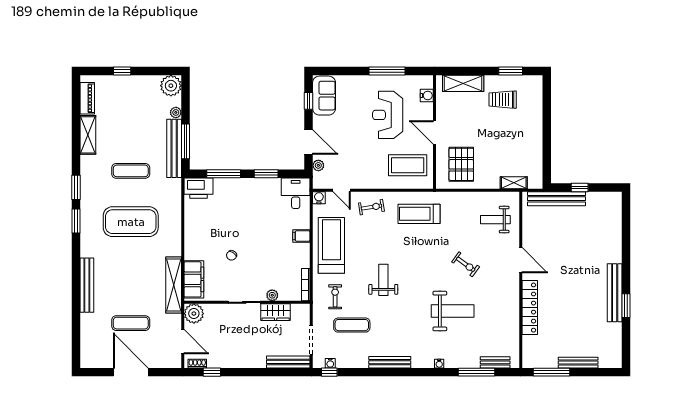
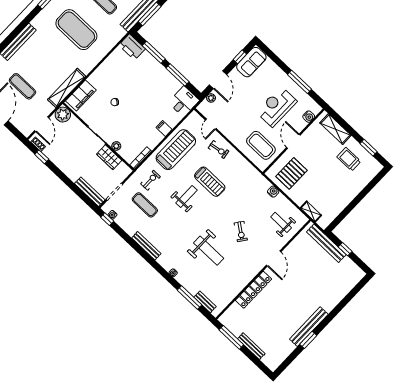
window: (266, 174) -> (177, 75), width x1.44
water cooler: (319, 198) -> (273, 192), moved
treadmill: (419, 214) -> (210, 182), moved, turned 180

